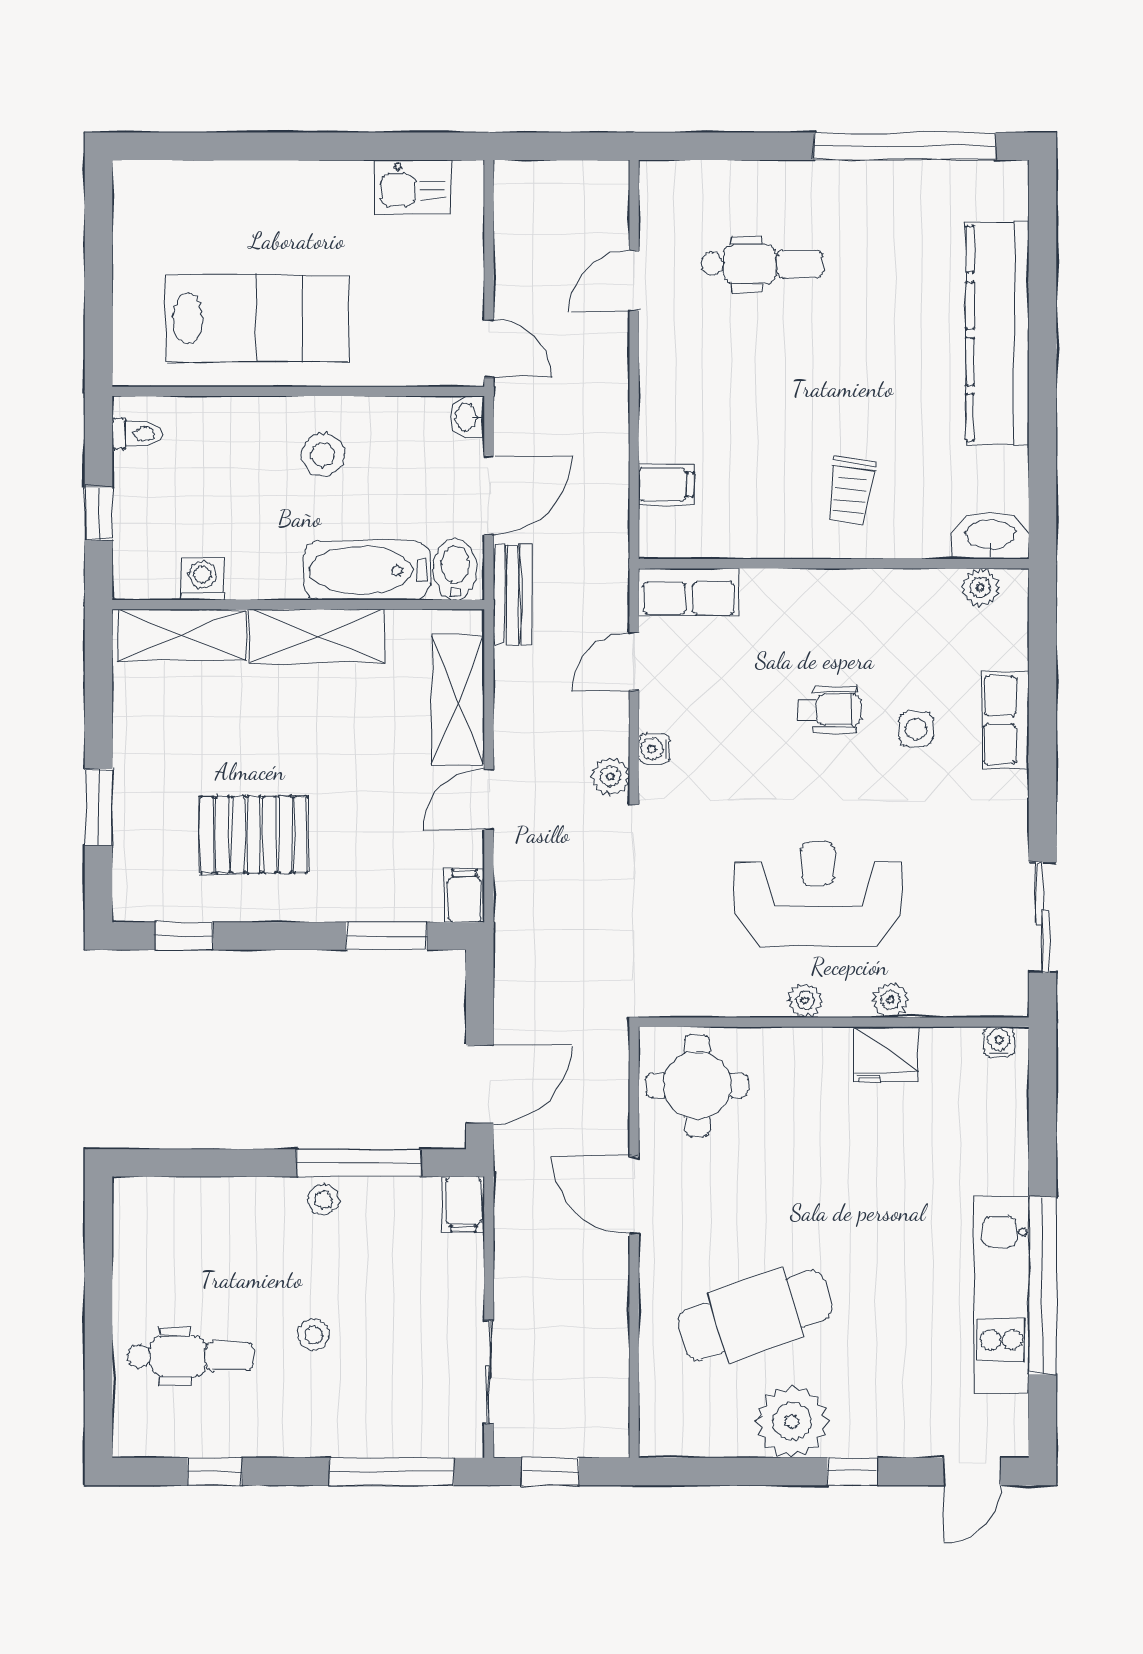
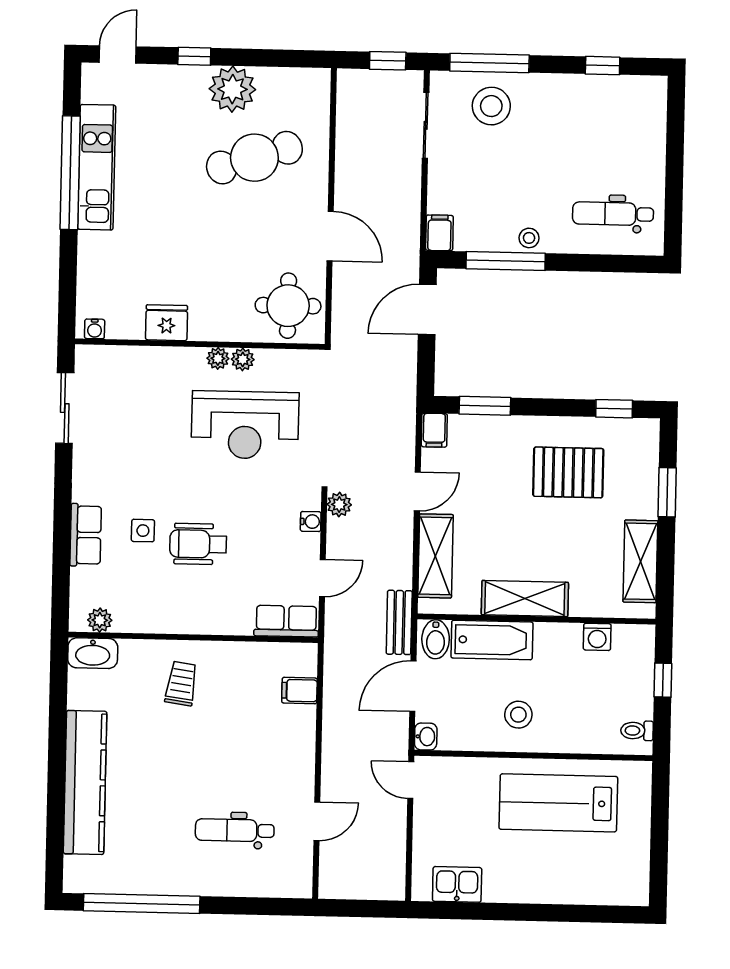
shelving: (182, 635) -> (640, 561), moved, turned 90
wheelchair: (829, 710) -> (198, 544), width x1.36, depth x1.37
reception desk: (818, 893) -> (245, 425), moved
plant: (891, 1000) -> (243, 359), moved
stool: (314, 1335) -> (491, 106), moved, width x1.89, depth x1.89
dental chair: (191, 1356) -> (613, 214), moved

